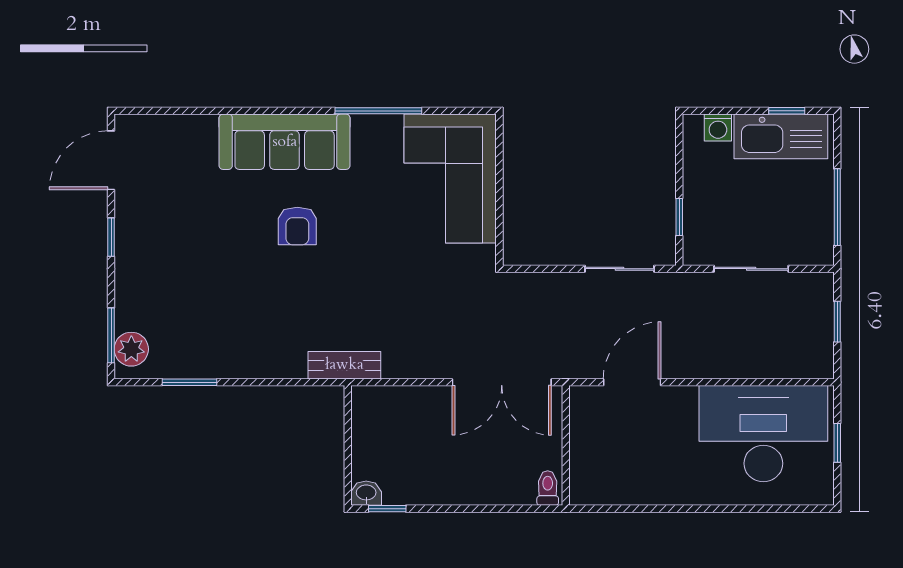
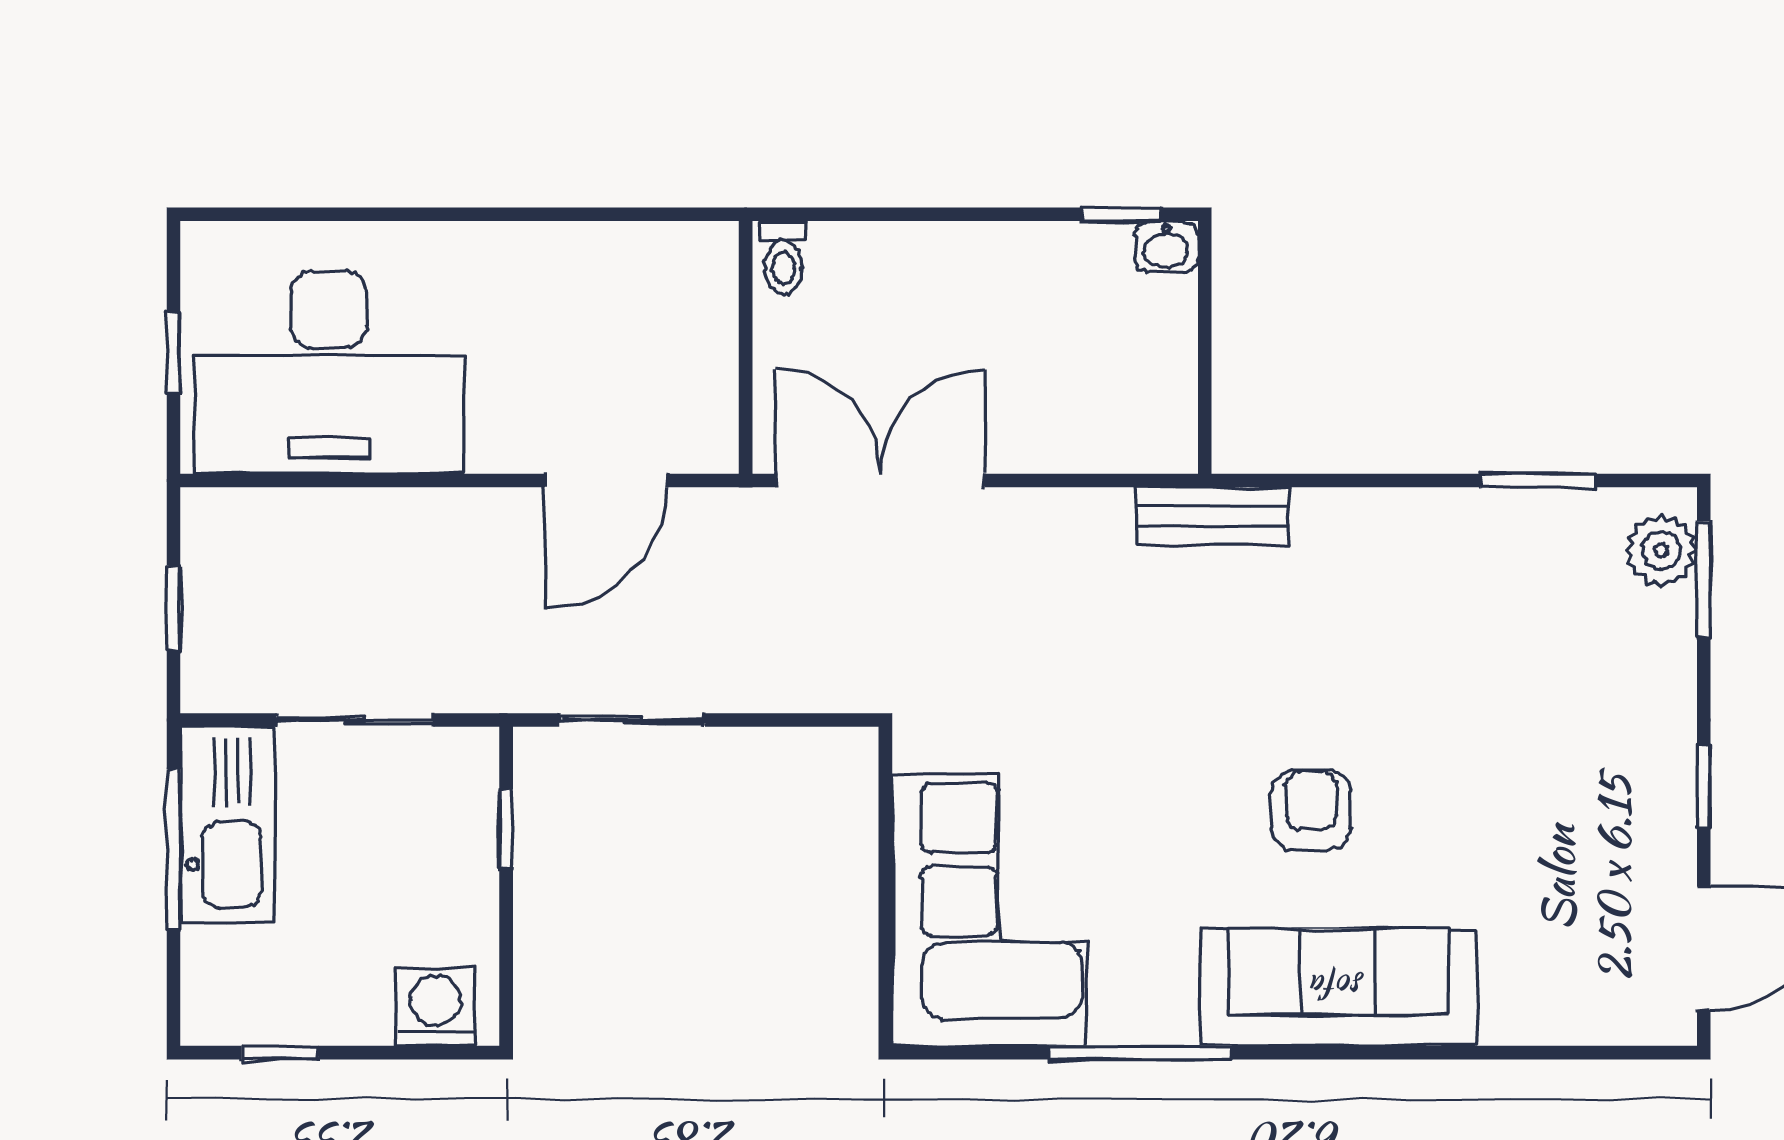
washing machine: (718, 128) -> (435, 1007), width x1.38, depth x1.38
kitchen sink: (781, 136) -> (227, 825), moved, turned 90

